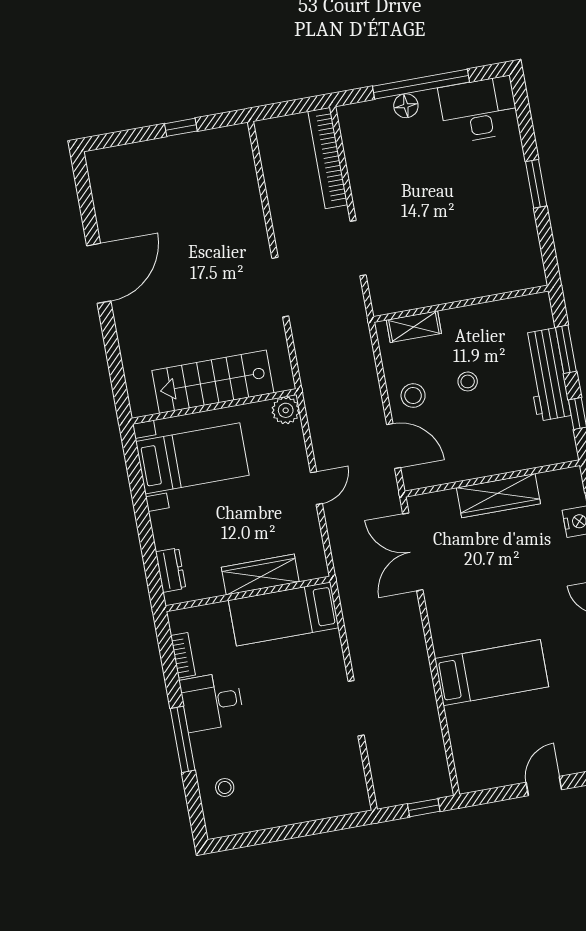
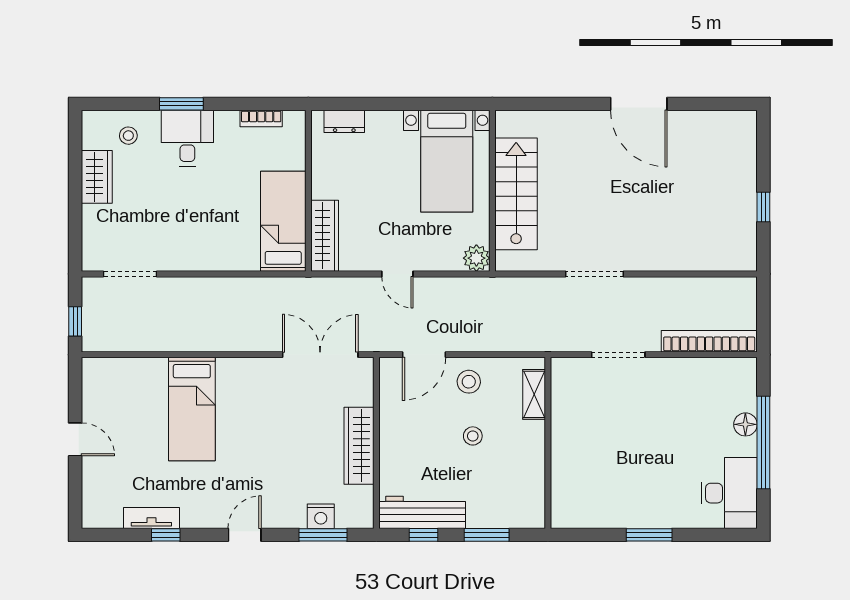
workbench: (547, 375) -> (422, 512), moved
wardrobe: (260, 575) -> (325, 236), moved
desk: (212, 702) -> (187, 138), moved
doorway: (356, 708) -> (130, 274), moved
window: (183, 739) -> (181, 104), width x0.69
wardrobe: (273, 812) -> (97, 177), added

